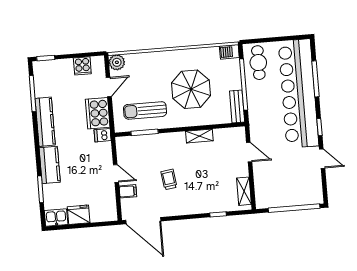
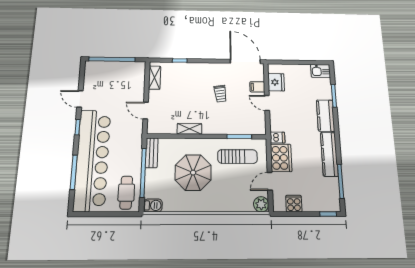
fridge: (79, 215) -> (276, 82), moved, turned -90

